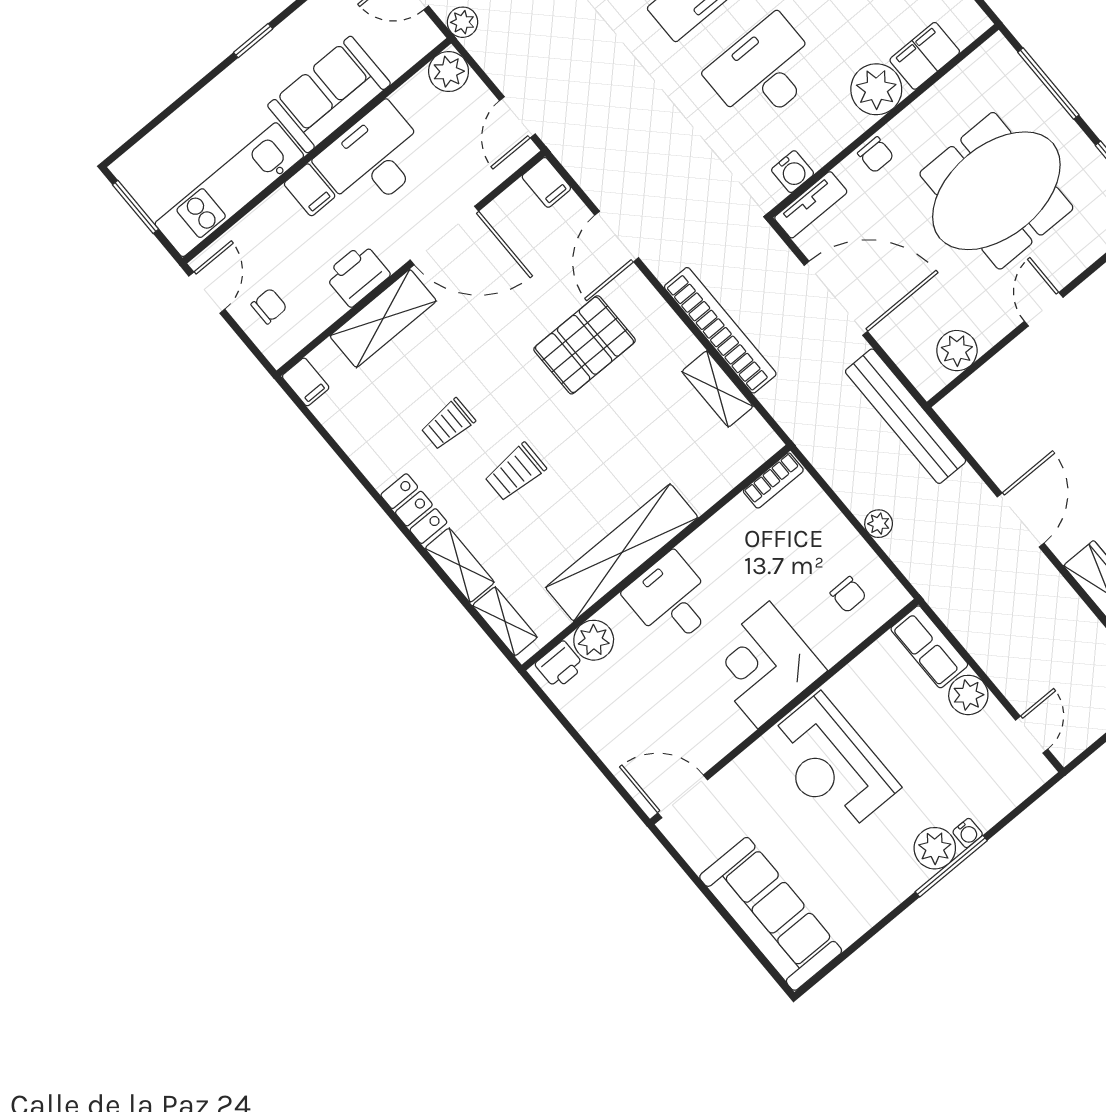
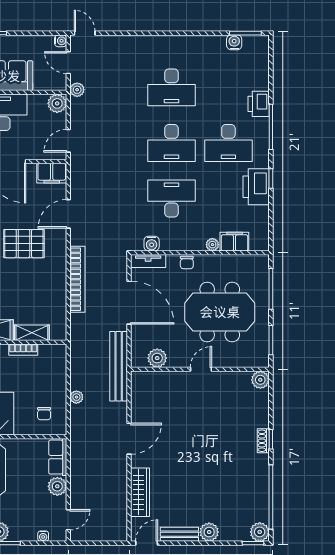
plant: (876, 89) -> (212, 245), width x0.53, depth x0.53
filing cabinet: (546, 182) -> (52, 173), width x2.00
shelving: (717, 389) -> (32, 333), moved, turned 90
bookcase: (773, 480) -> (23, 350), moved
water cooler: (968, 833) -> (43, 536), moved

